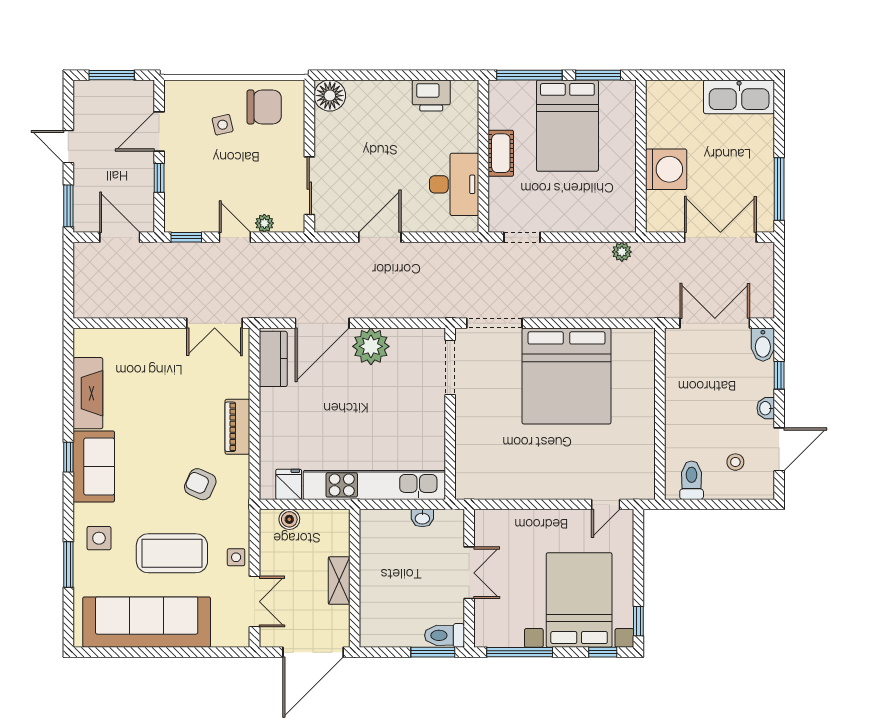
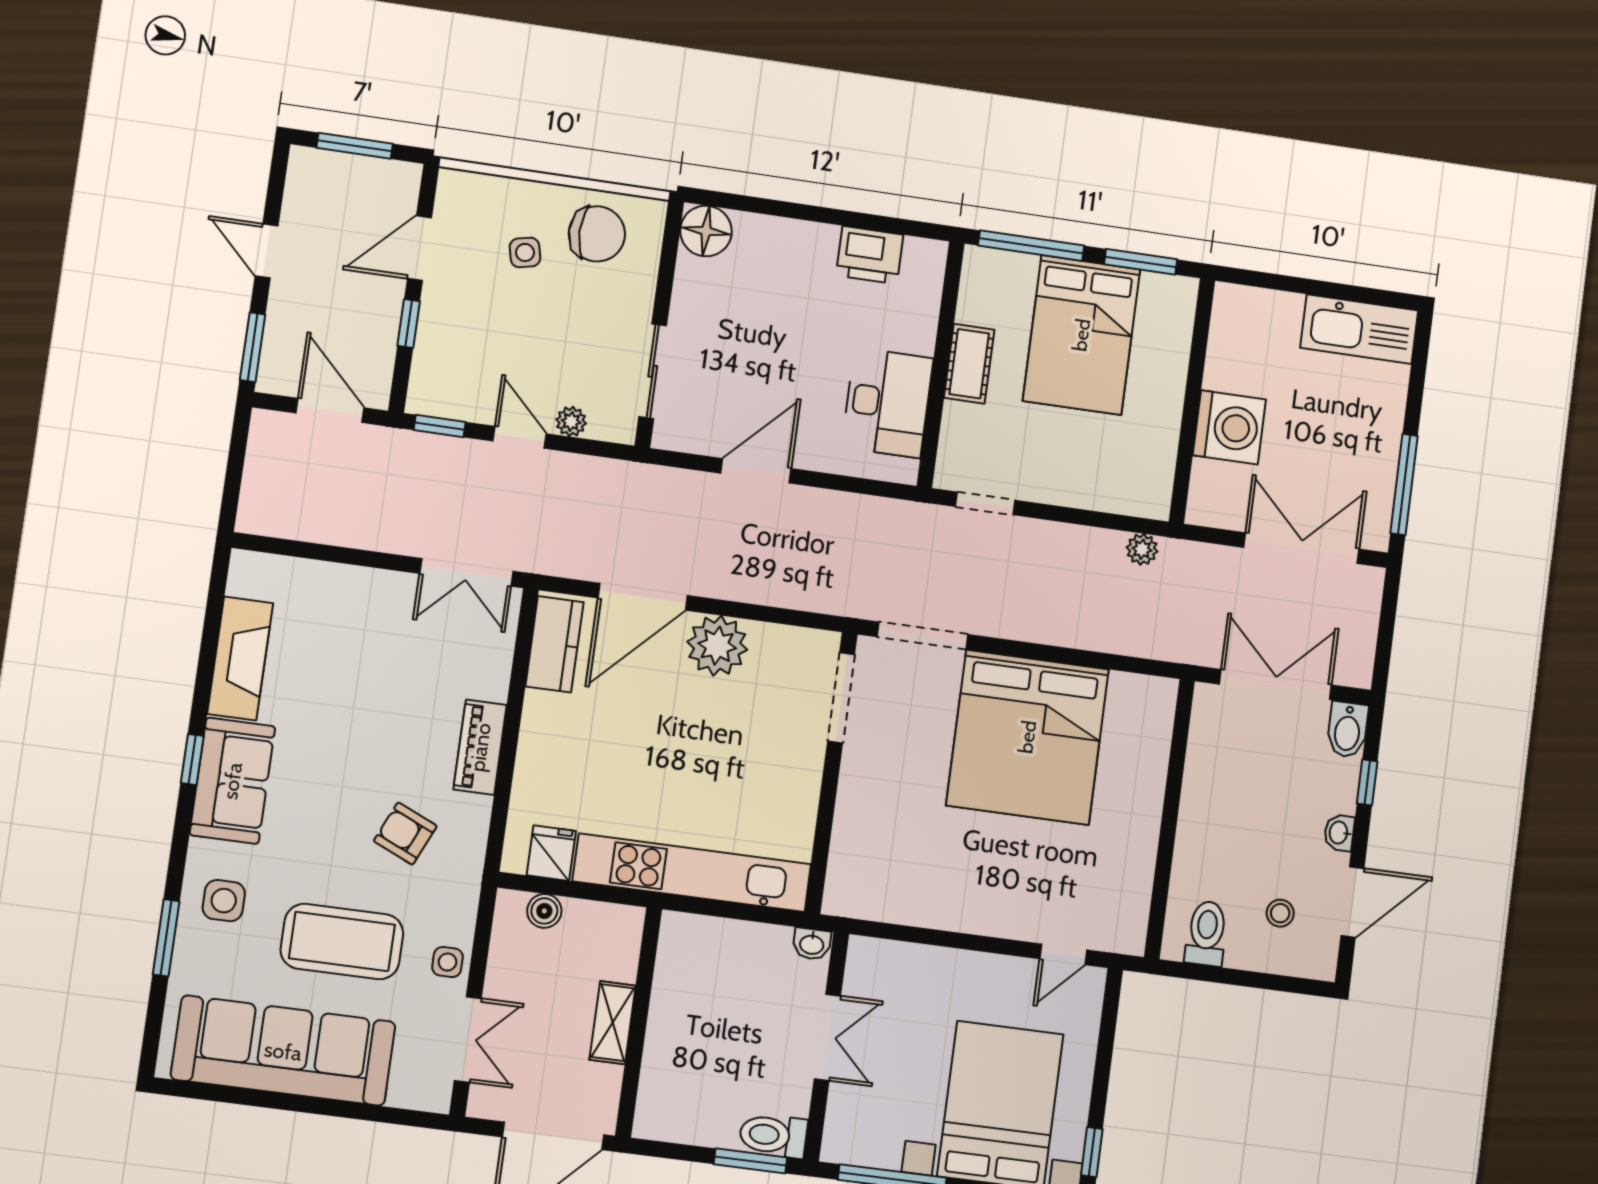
washbasin: (422, 518) -> (812, 944), moved

